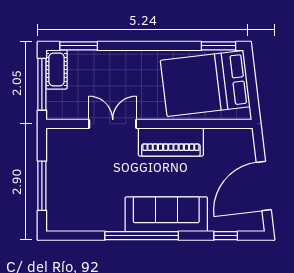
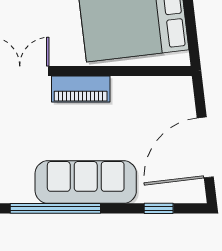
piano: (171, 142) -> (81, 89), width x0.73, depth x0.75

